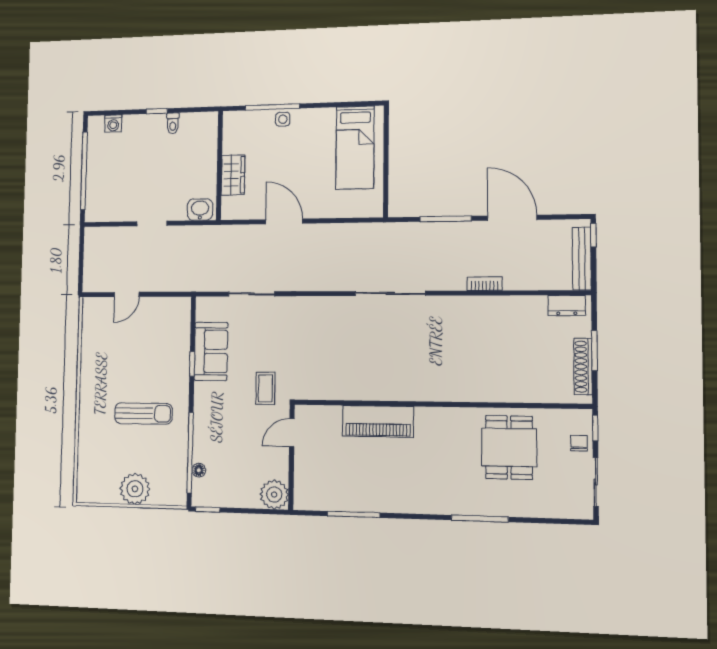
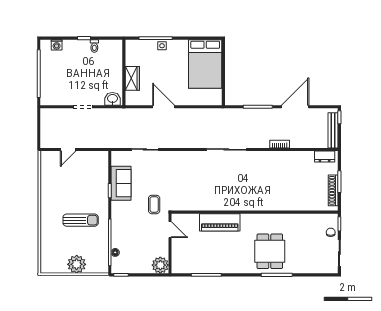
bed: (355, 148) -> (205, 64), width x1.50
door: (512, 218) -> (295, 107), hinge flipped
door: (292, 433) -> (170, 230), swing flipped
dining table: (509, 447) -> (270, 251), moved

